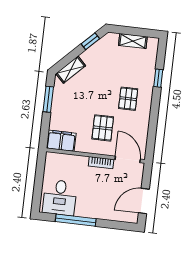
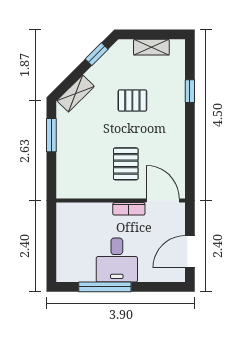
pallet: (128, 99) -> (132, 100), moved, turned 90
filing cabinet: (61, 141) -> (74, 187), removed
desk: (60, 197) -> (117, 260), moved

